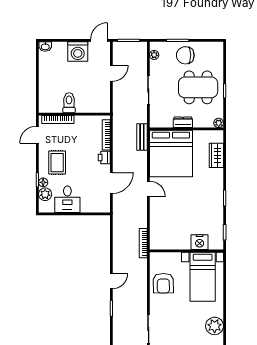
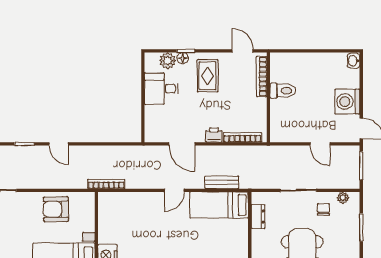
chair: (185, 55) -> (323, 209), moved, width x0.54, depth x0.54
dresser: (183, 122) -> (258, 217), moved
bench: (142, 137) -> (222, 182), moved
bed: (171, 153) -> (219, 205), width x0.49
rug: (57, 163) -> (208, 76), turned 90

